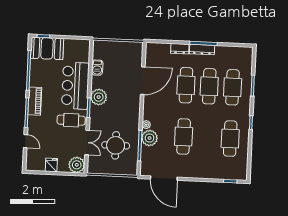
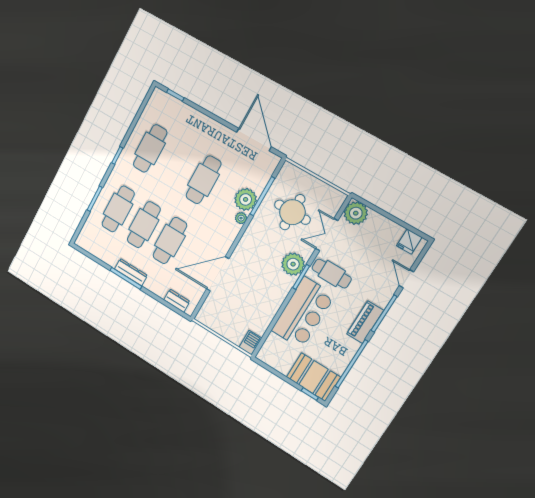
dresser: (180, 49) -> (177, 301), moved
barbecue: (97, 68) -> (250, 343), moved
plant: (99, 97) -> (293, 264), moved
fridge: (51, 165) -> (409, 242), moved

